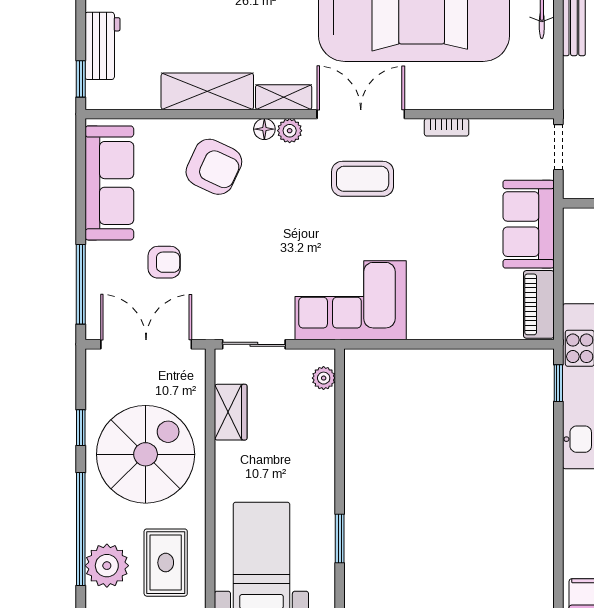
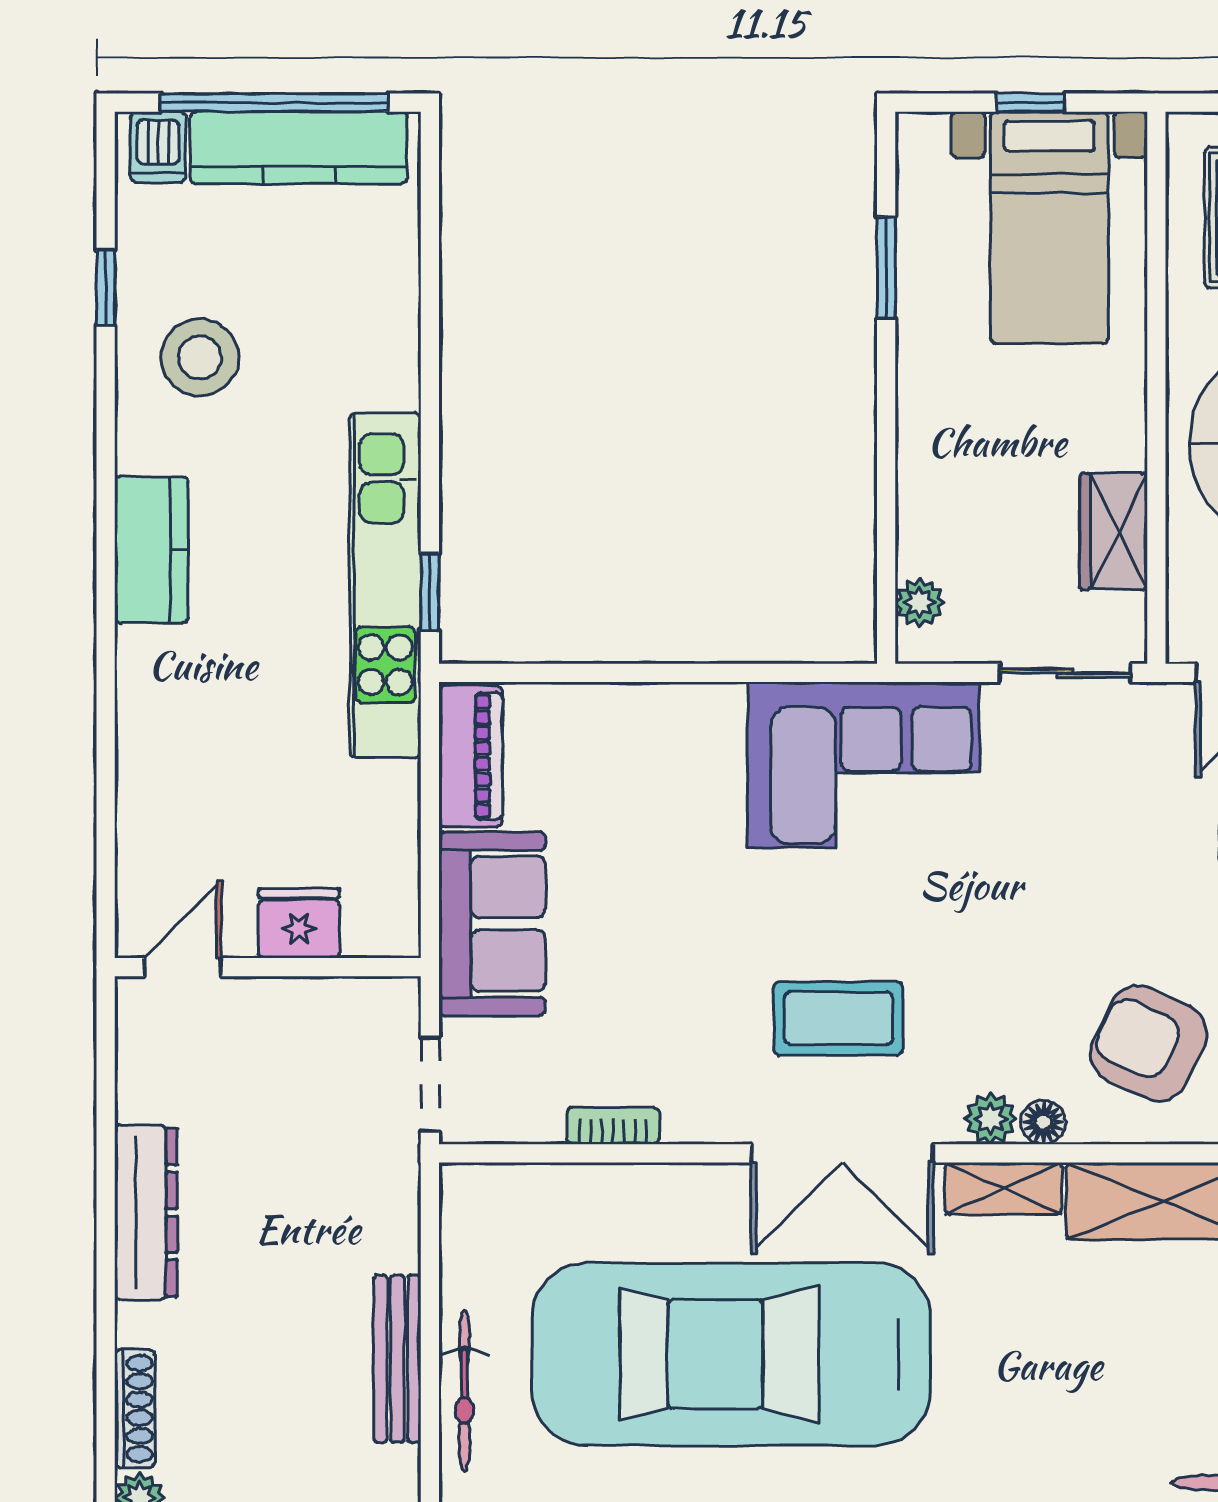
bookcase: (447, 127) -> (613, 1126), moved

